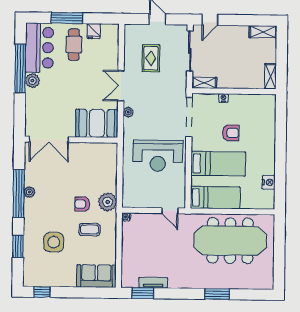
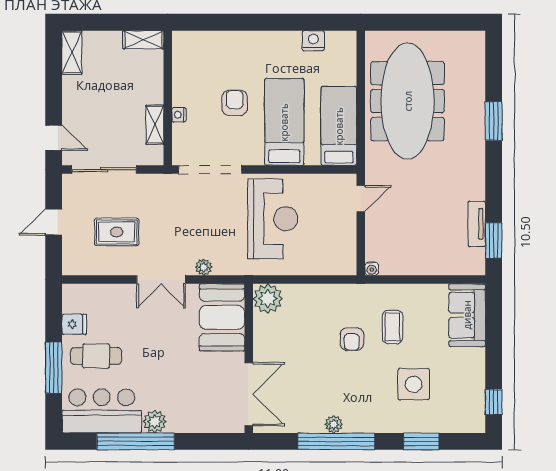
shelving: (204, 83) -> (155, 125), moved
plant: (108, 202) -> (268, 299), moved

